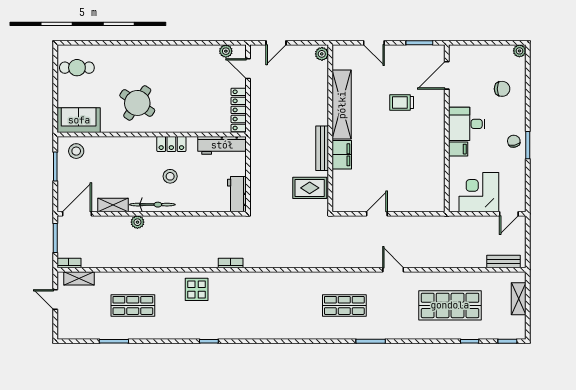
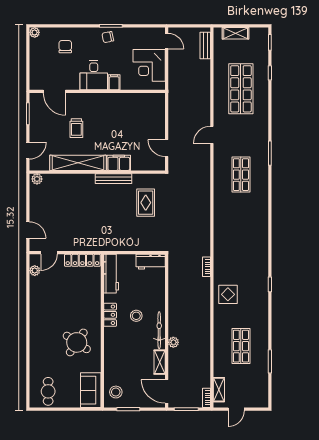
plant: (322, 54) -> (37, 179), moved
shelving: (342, 105) -> (78, 163), moved
wall: (330, 128) -> (97, 172), moved
bench: (322, 148) -> (114, 179), moved
filing cabinet: (342, 155) -> (119, 163), moved

